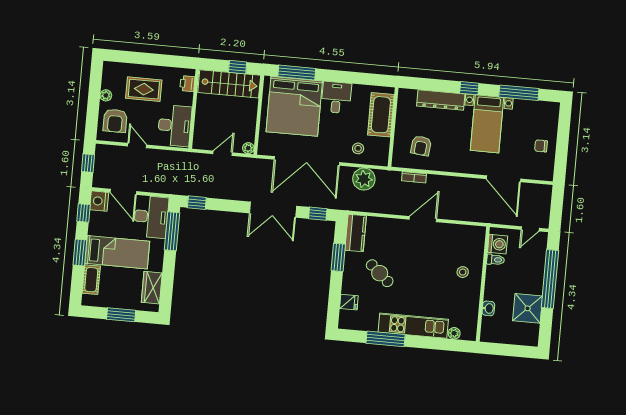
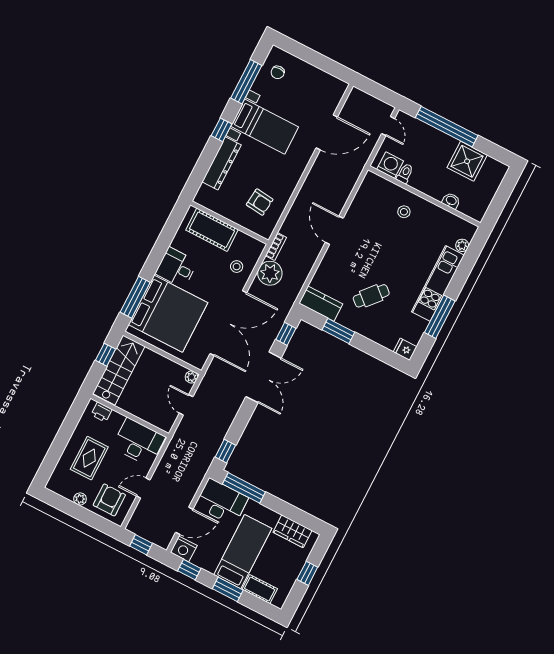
armchair: (115, 121) -> (109, 500), turned -90
chair: (541, 146) -> (278, 72), moved
bookcase: (414, 177) -> (276, 247), moved
fridge: (349, 302) -> (405, 349), moved, turned -90
window: (121, 315) -> (307, 573), width x0.67

